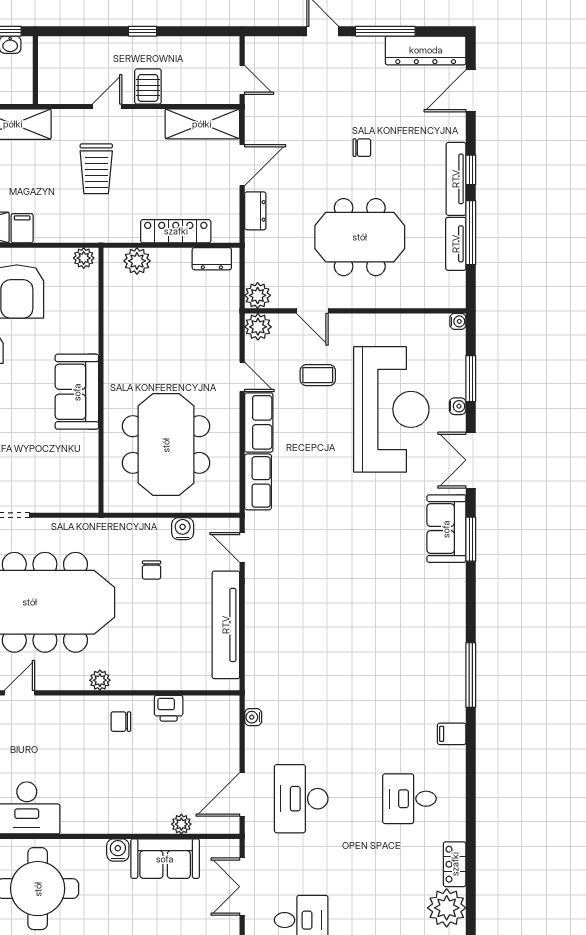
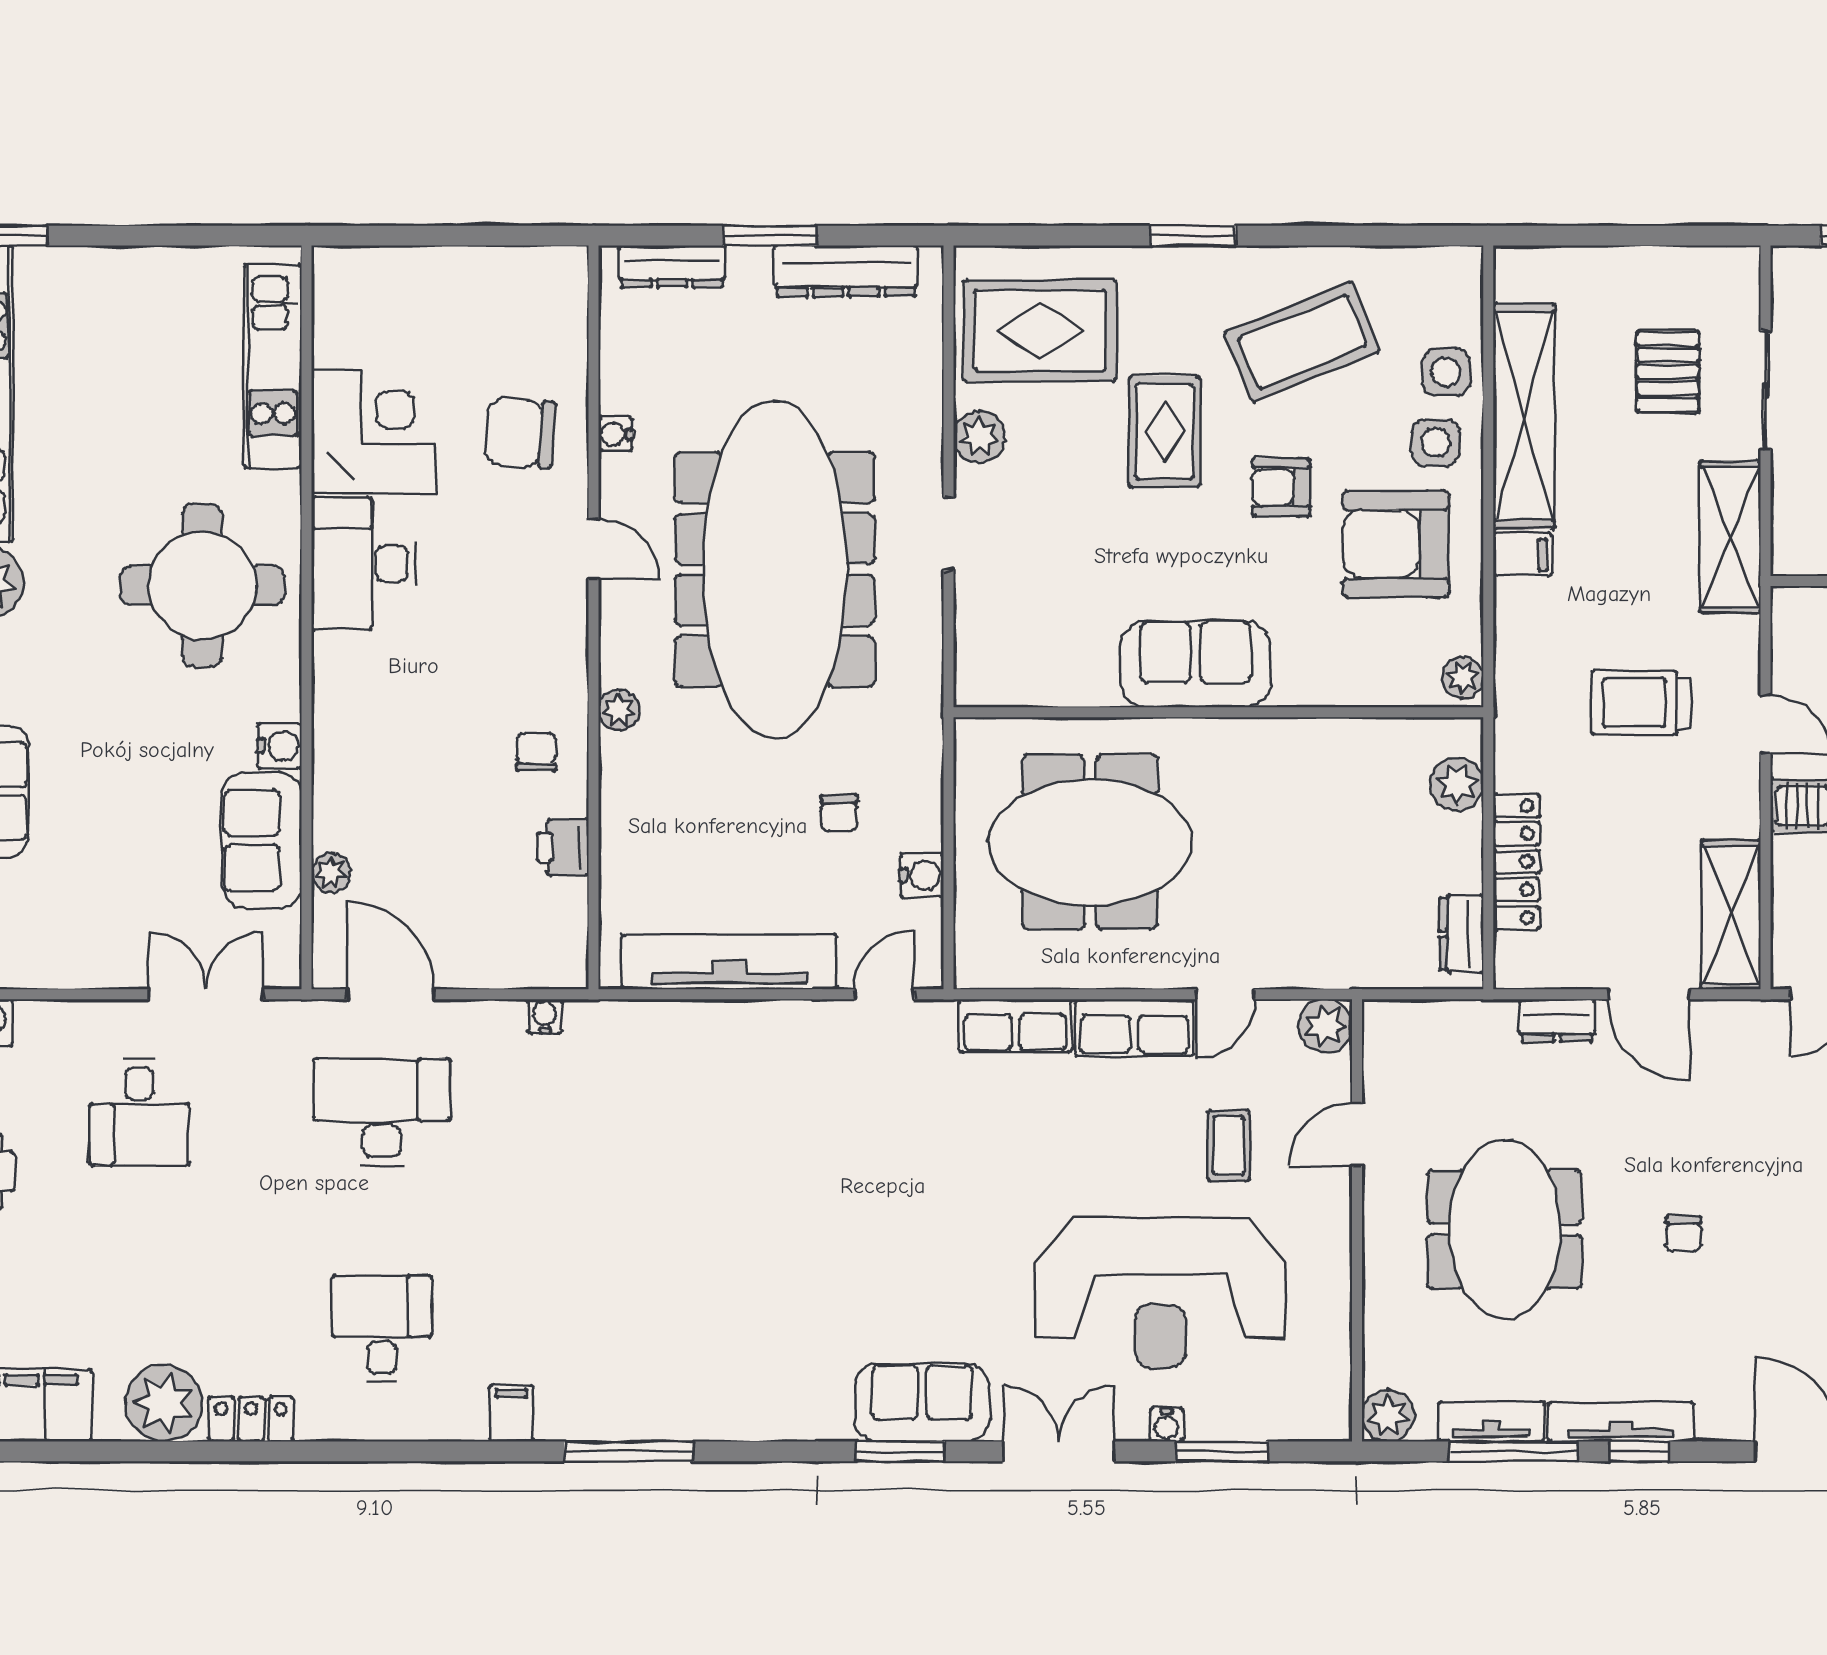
plant: (258, 295) -> (1388, 1416), moved
water cooler: (458, 321) -> (1336, 1426), removed
chair: (152, 570) -> (839, 813), turned -90

